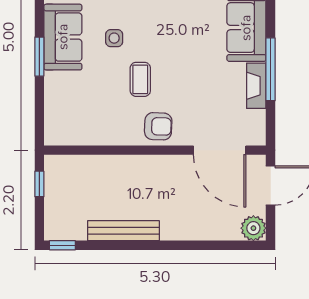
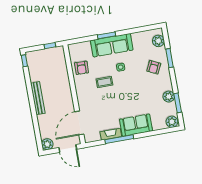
sofa: (63, 37) -> (112, 45), width x1.36
armchair: (158, 126) -> (82, 68), moved
bench: (123, 231) -> (38, 98), moved

